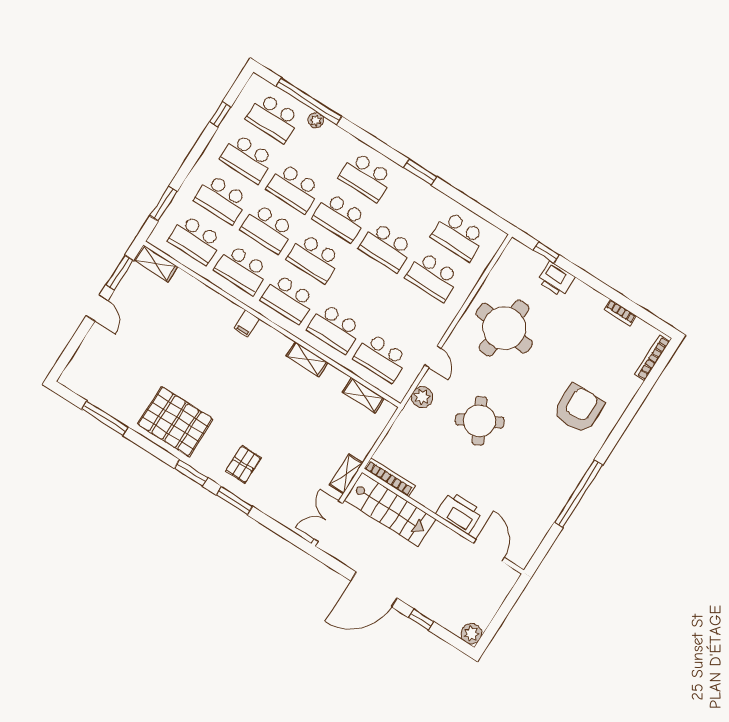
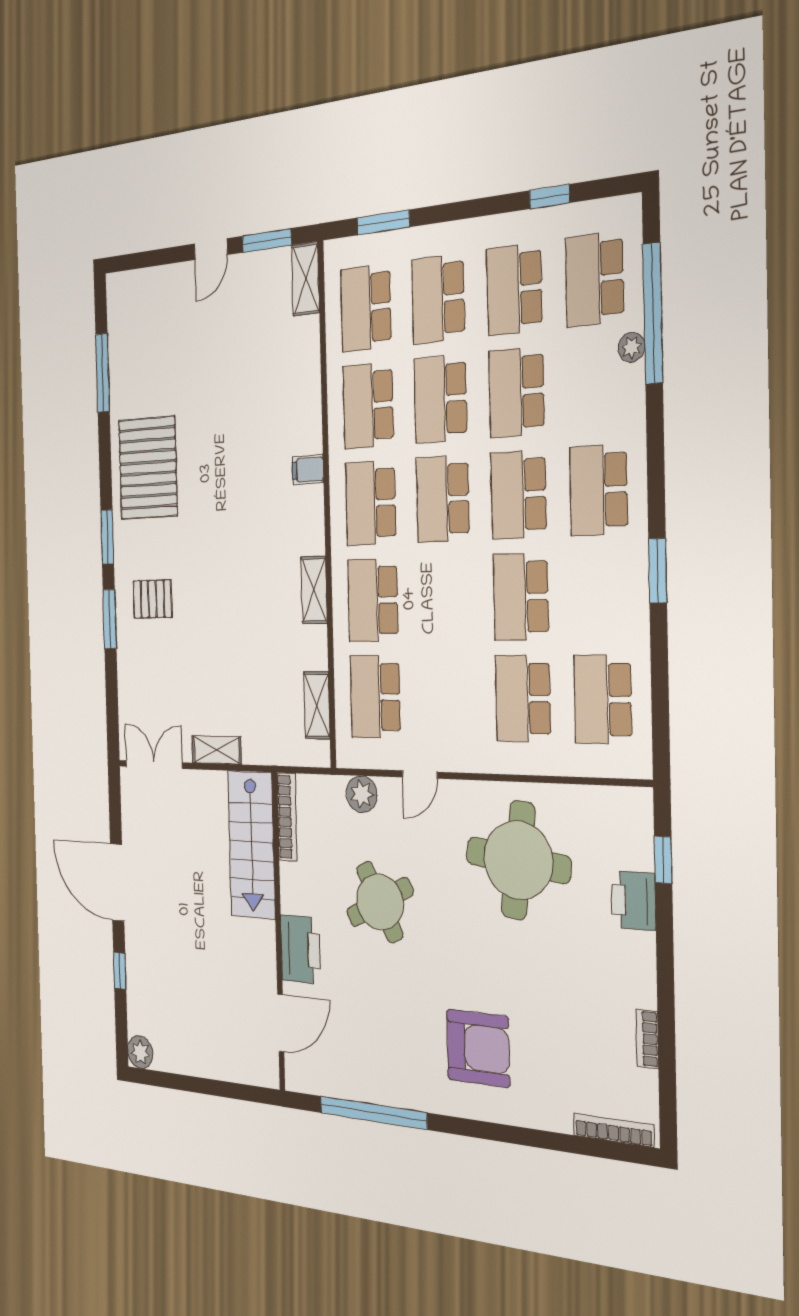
bookcase: (390, 477) -> (287, 817), moved
stairs: (390, 509) -> (251, 844), moved
printer: (459, 513) -> (301, 949), moved
wall: (443, 521) -> (278, 932), moved
door: (489, 550) -> (281, 1023), moved

